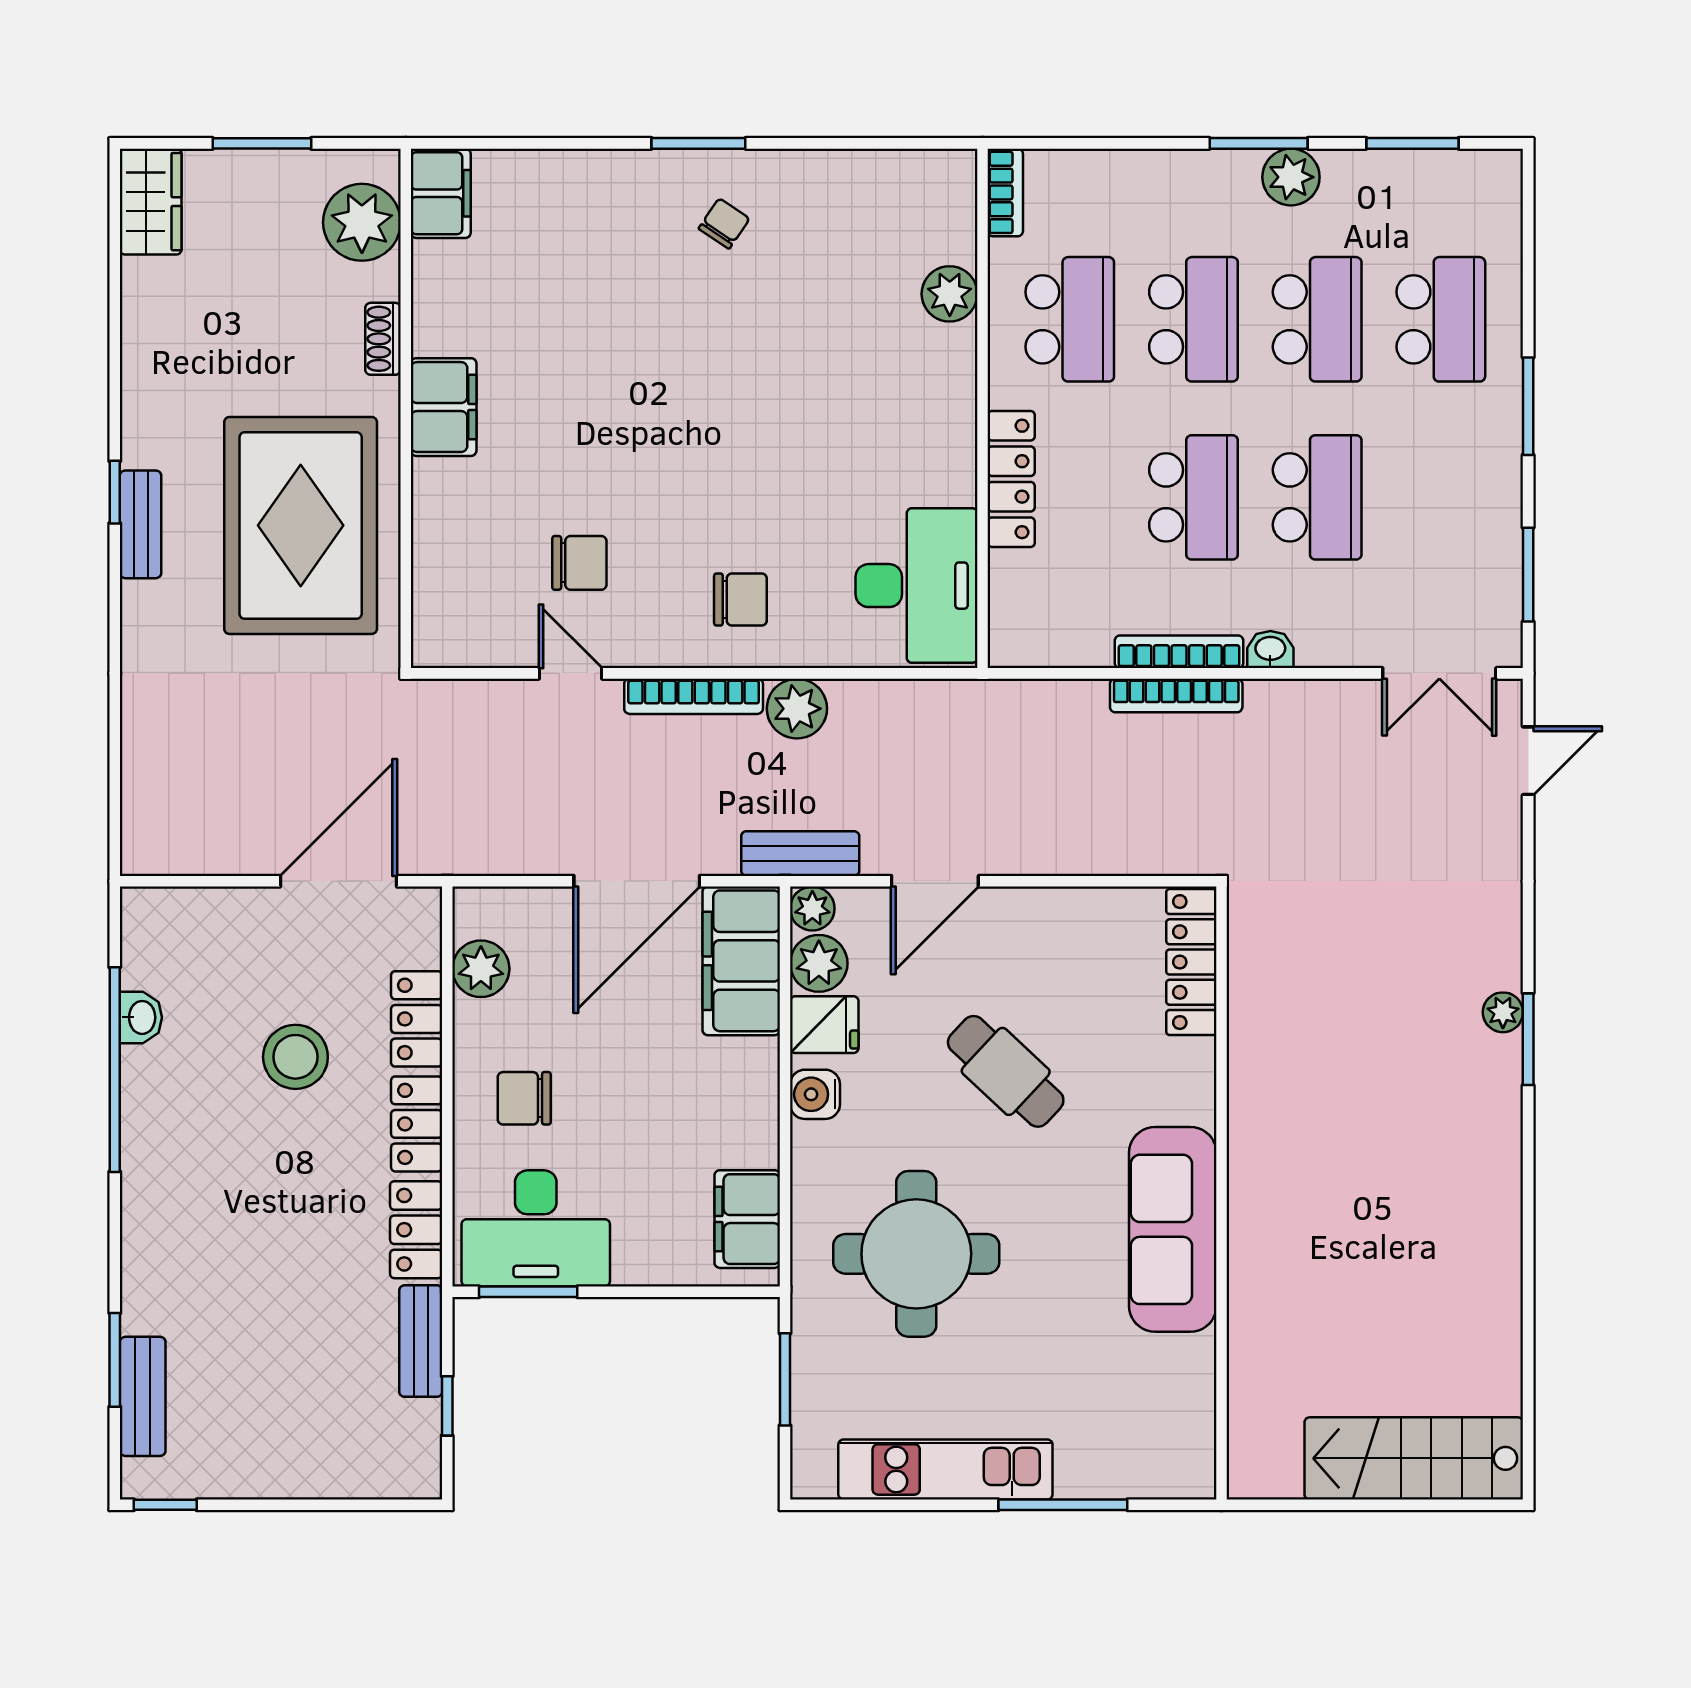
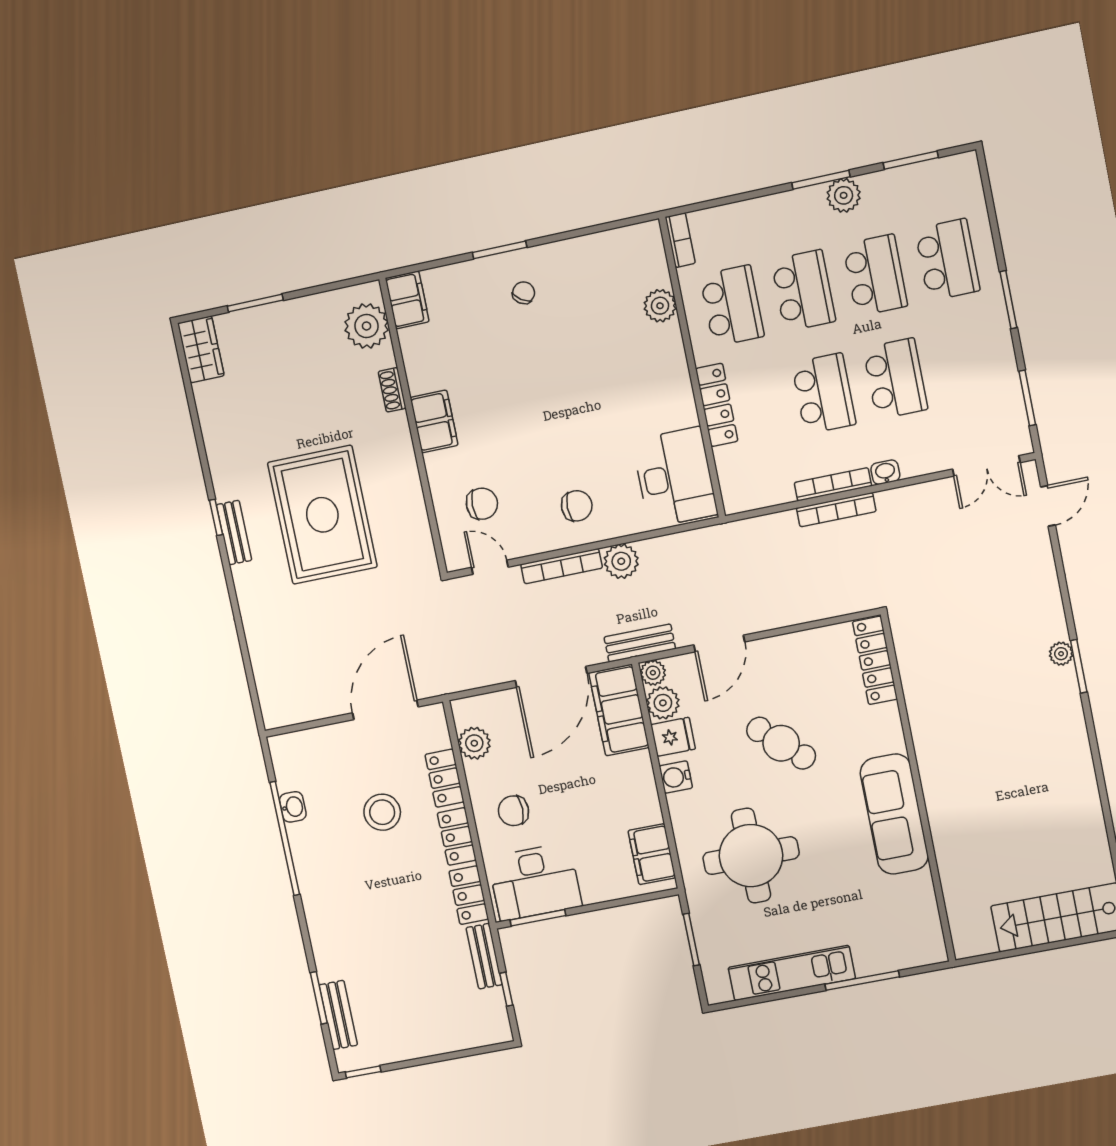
filing cabinet: (441, 193) -> (407, 300), moved
plant: (362, 222) -> (366, 326), moved
shoe rack: (383, 339) -> (392, 390), moved
filing cabinet: (444, 407) -> (434, 421), moved
wall: (406, 408) -> (413, 427), moved

